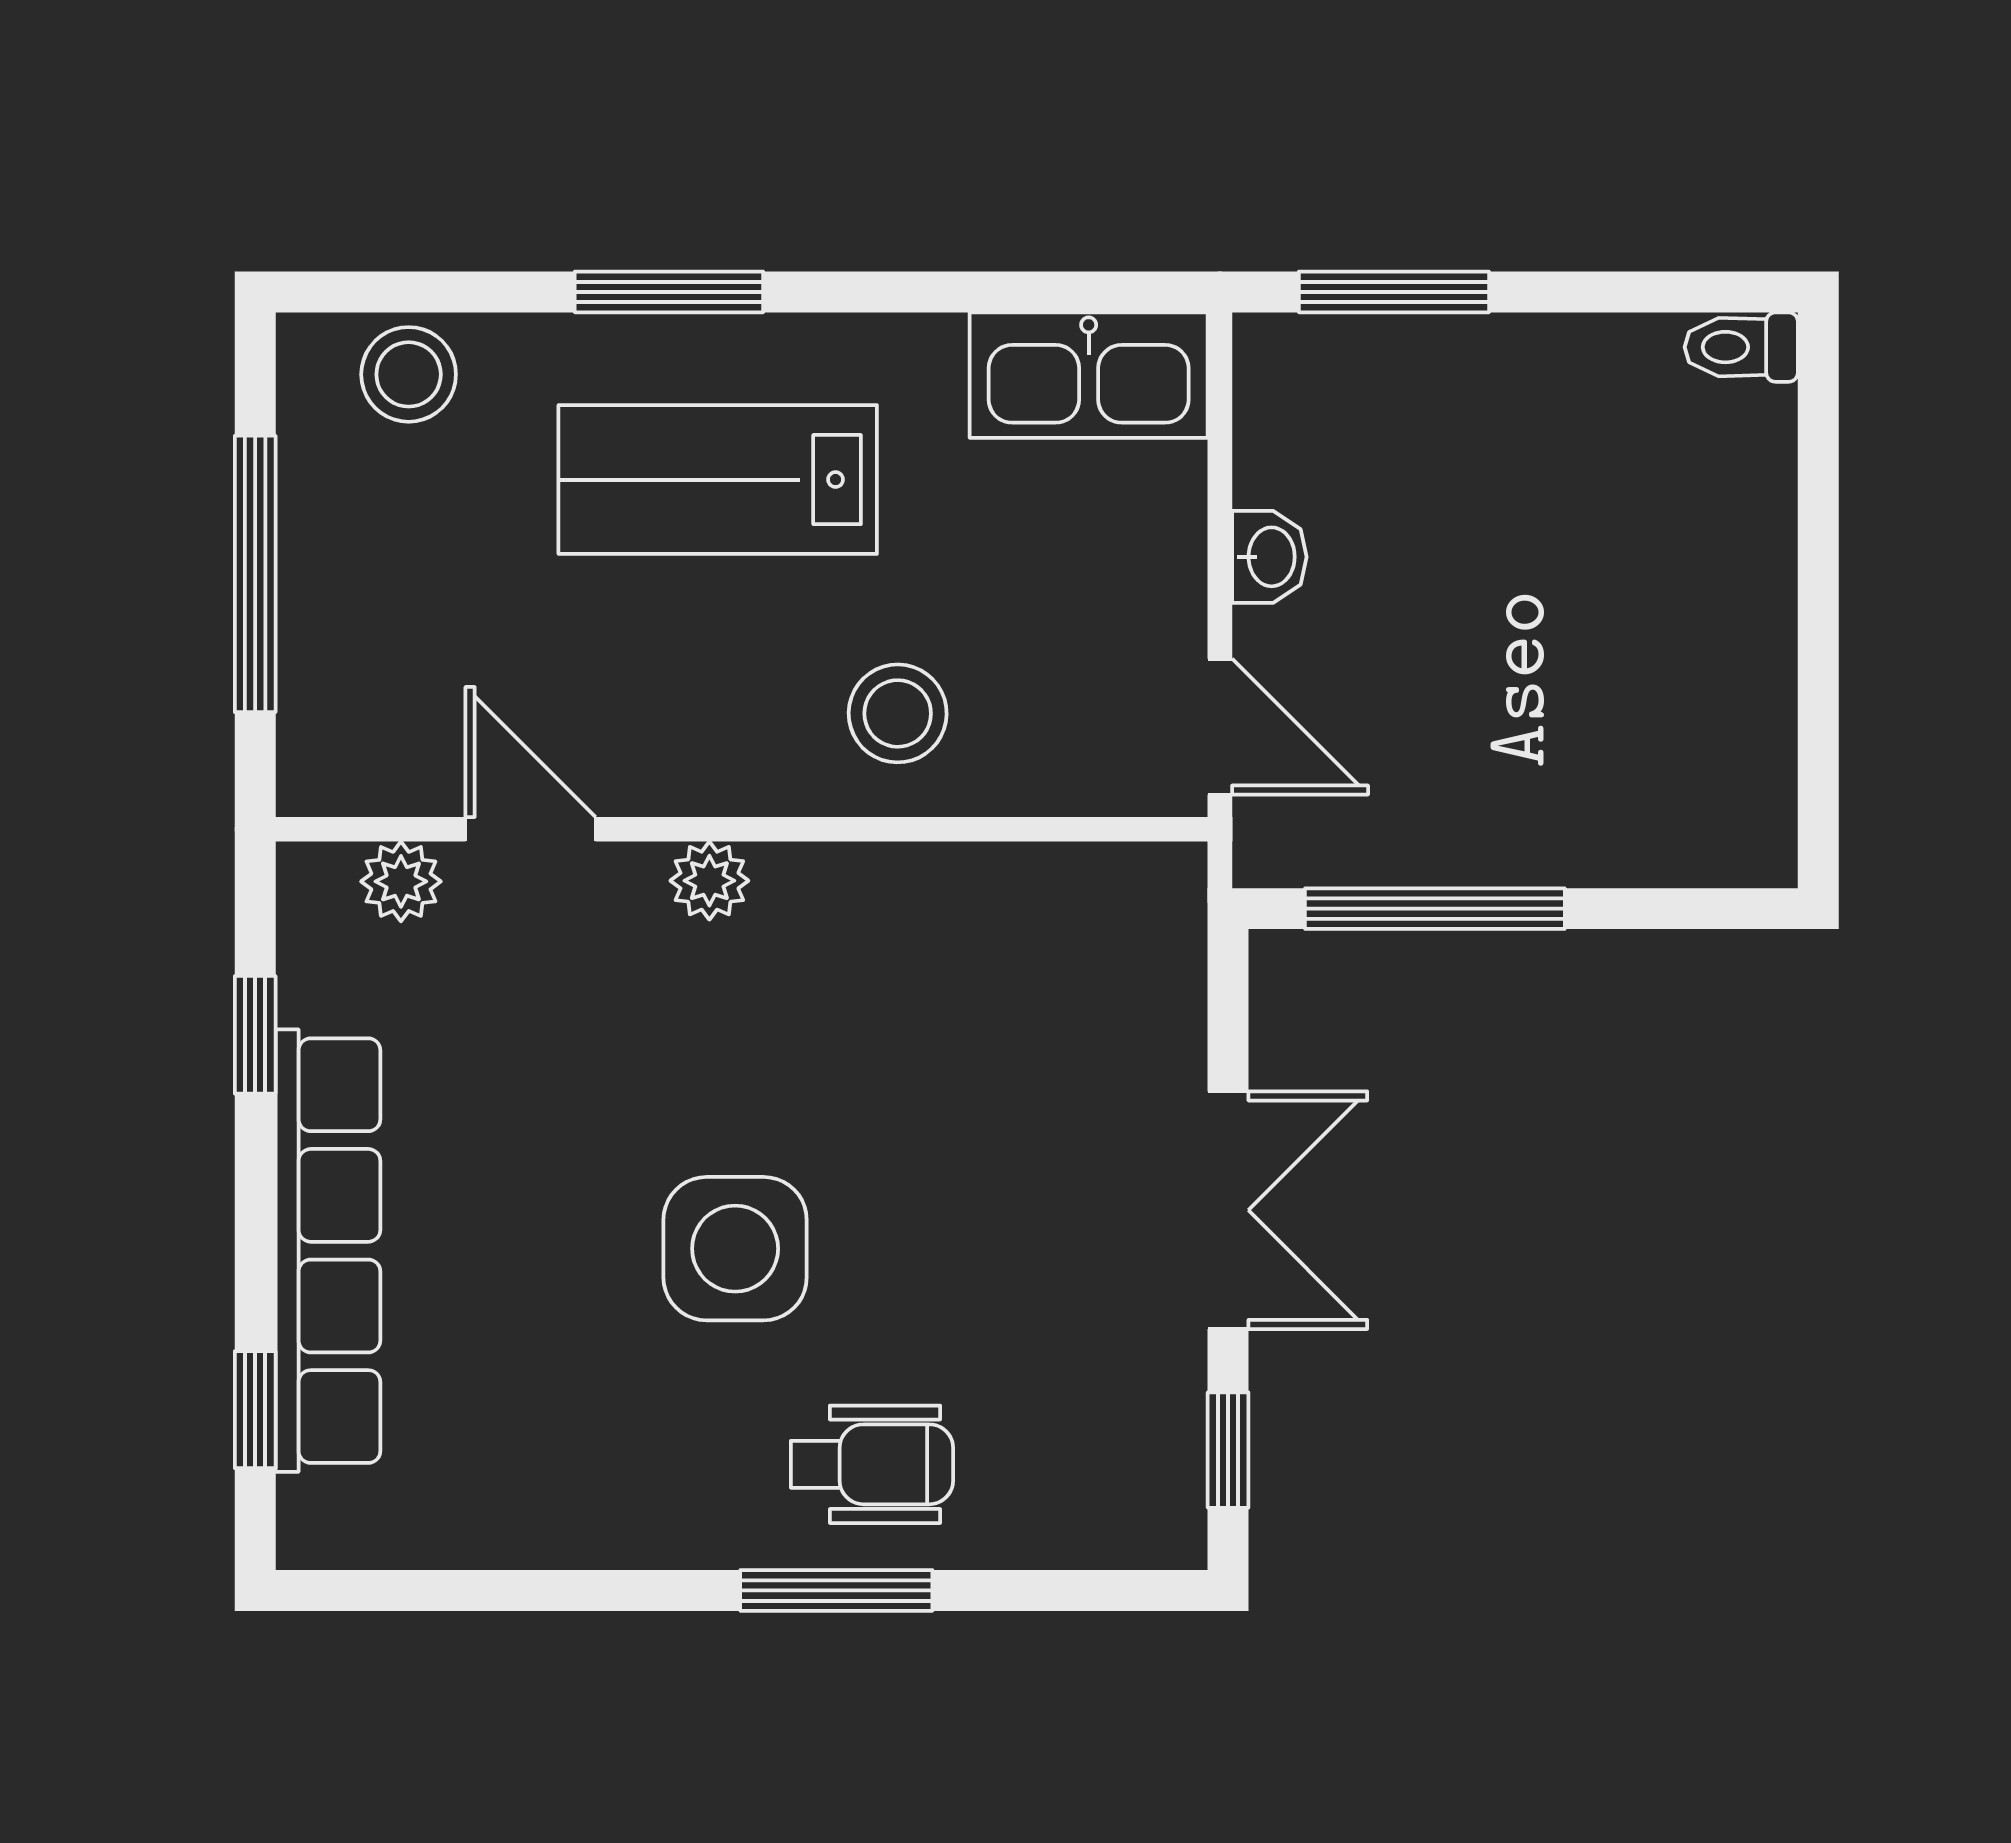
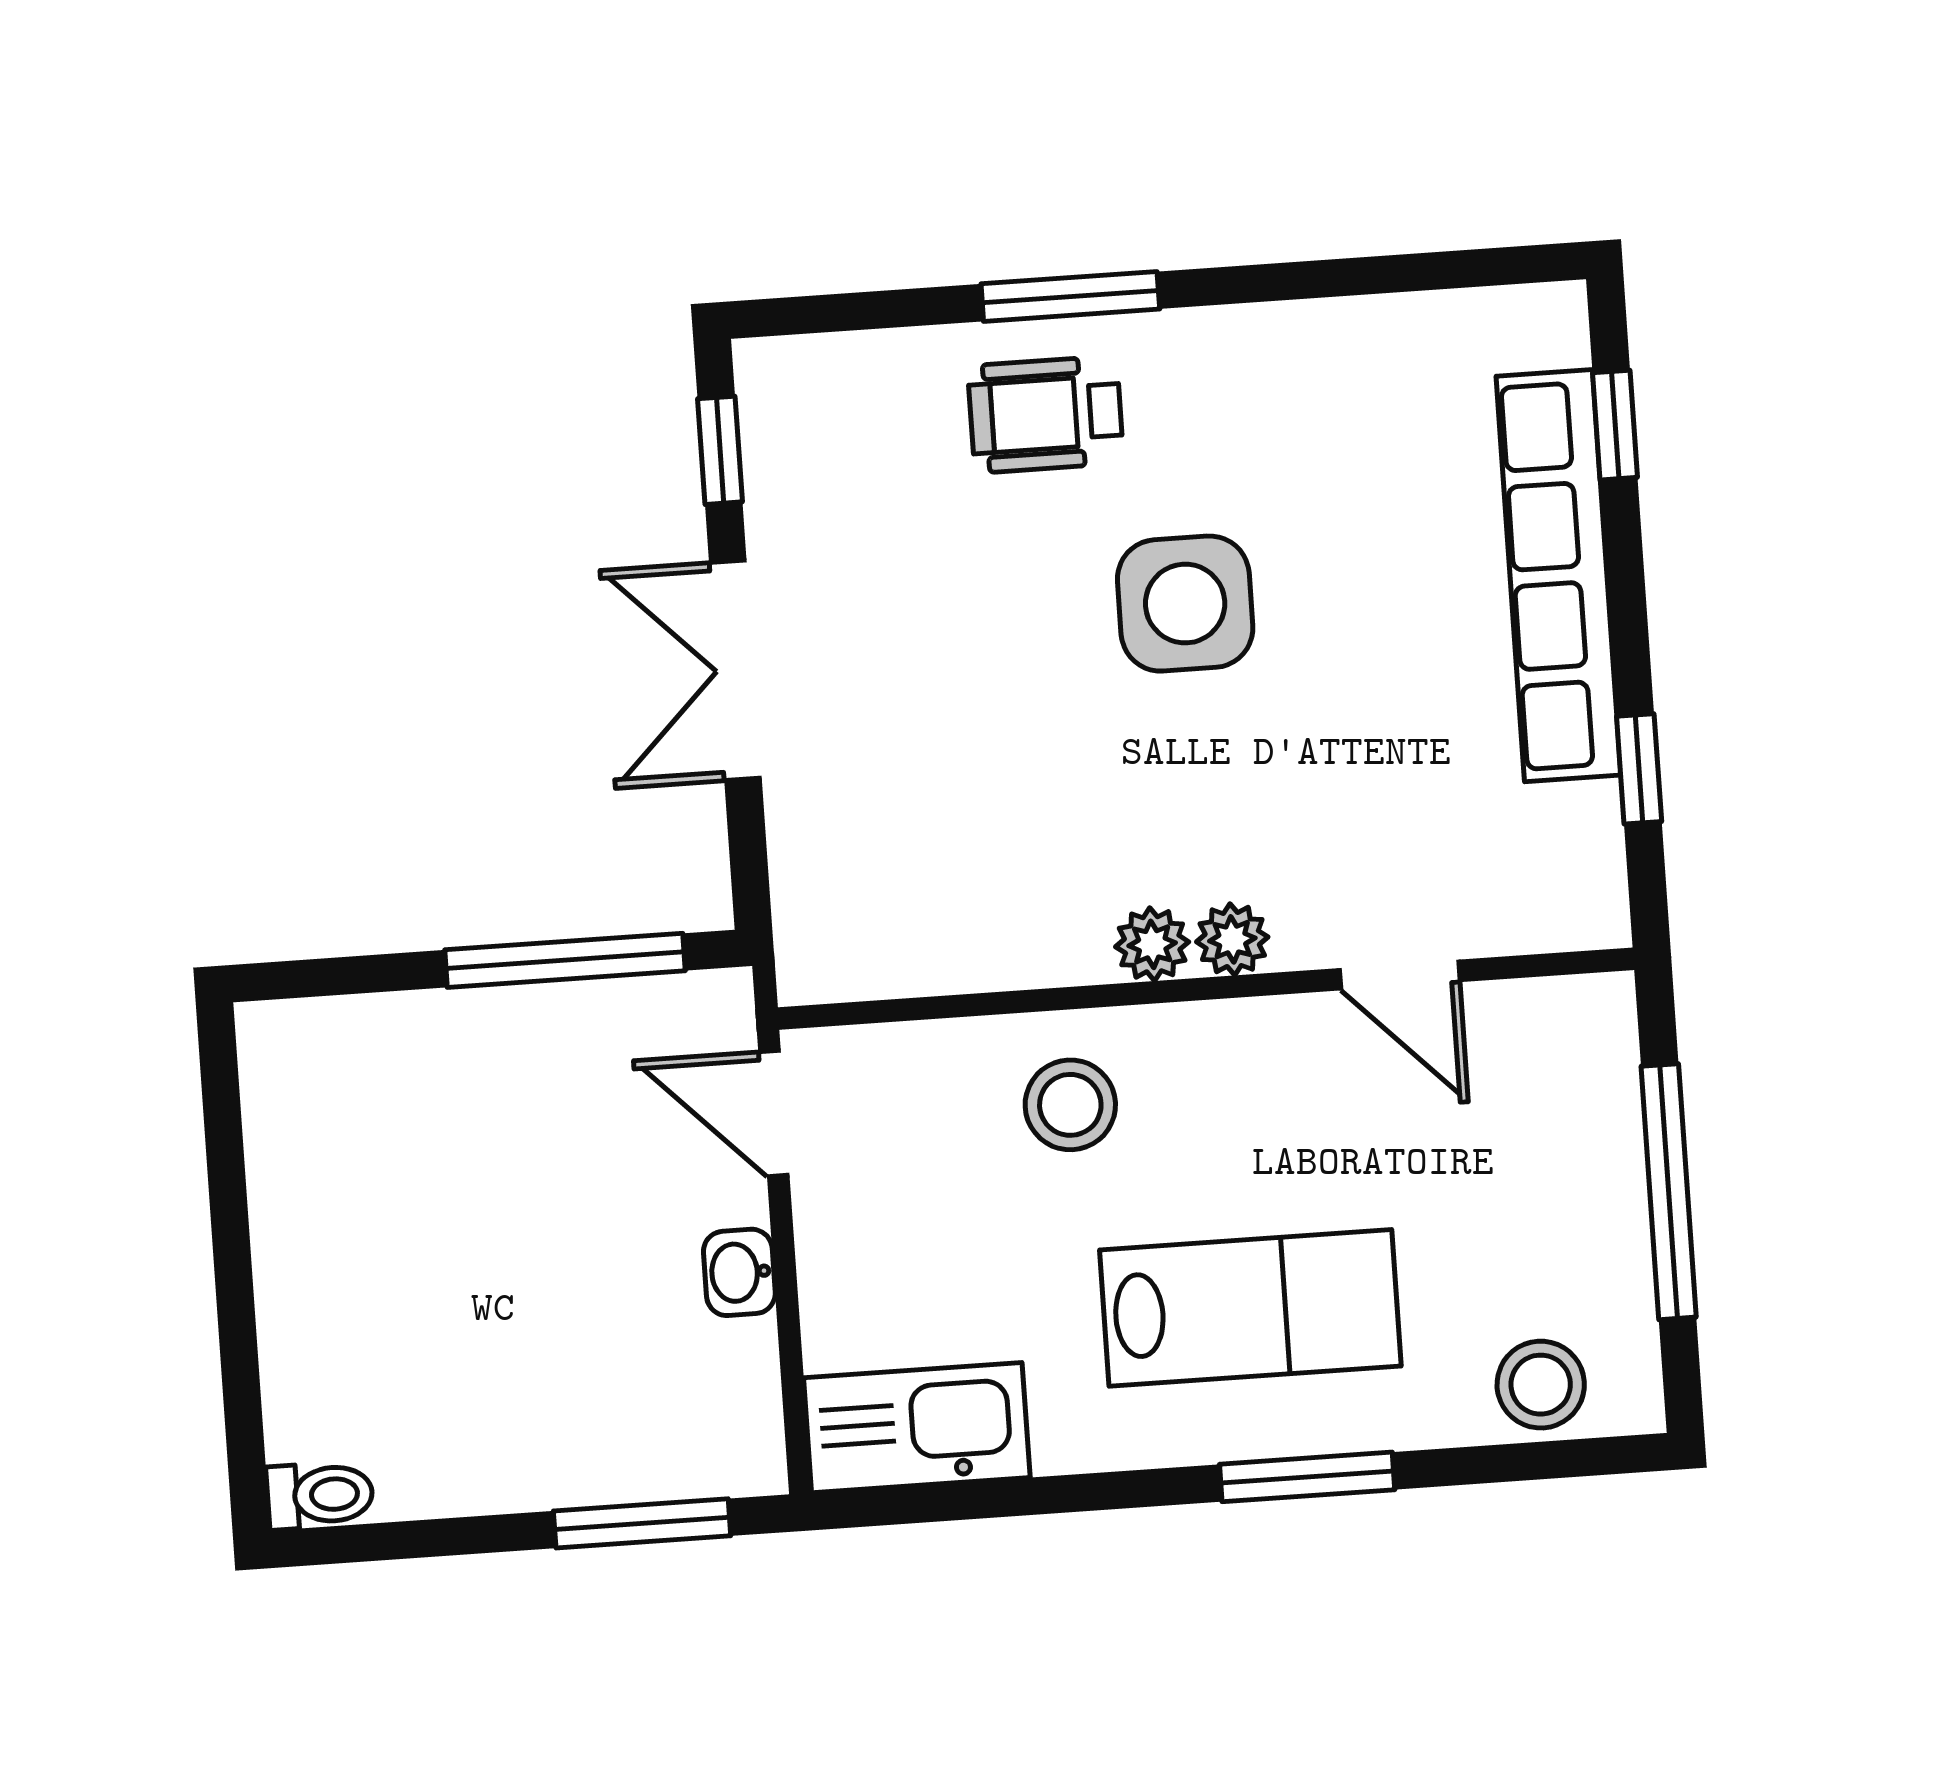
plant: (401, 881) -> (1152, 944), moved

